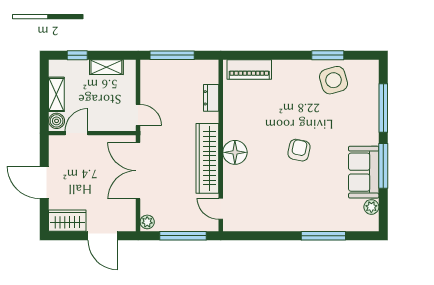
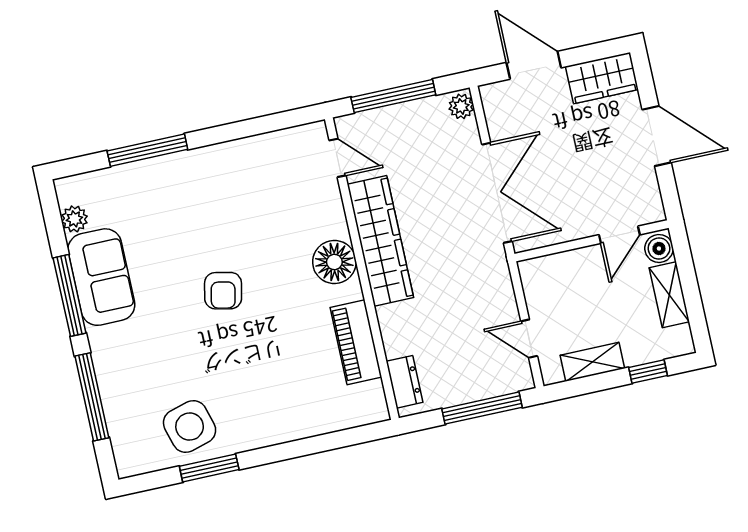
piano: (249, 69) -> (356, 342), moved, turned -90
dresser: (211, 98) -> (404, 382), moved
door: (138, 115) -> (529, 339), moved

